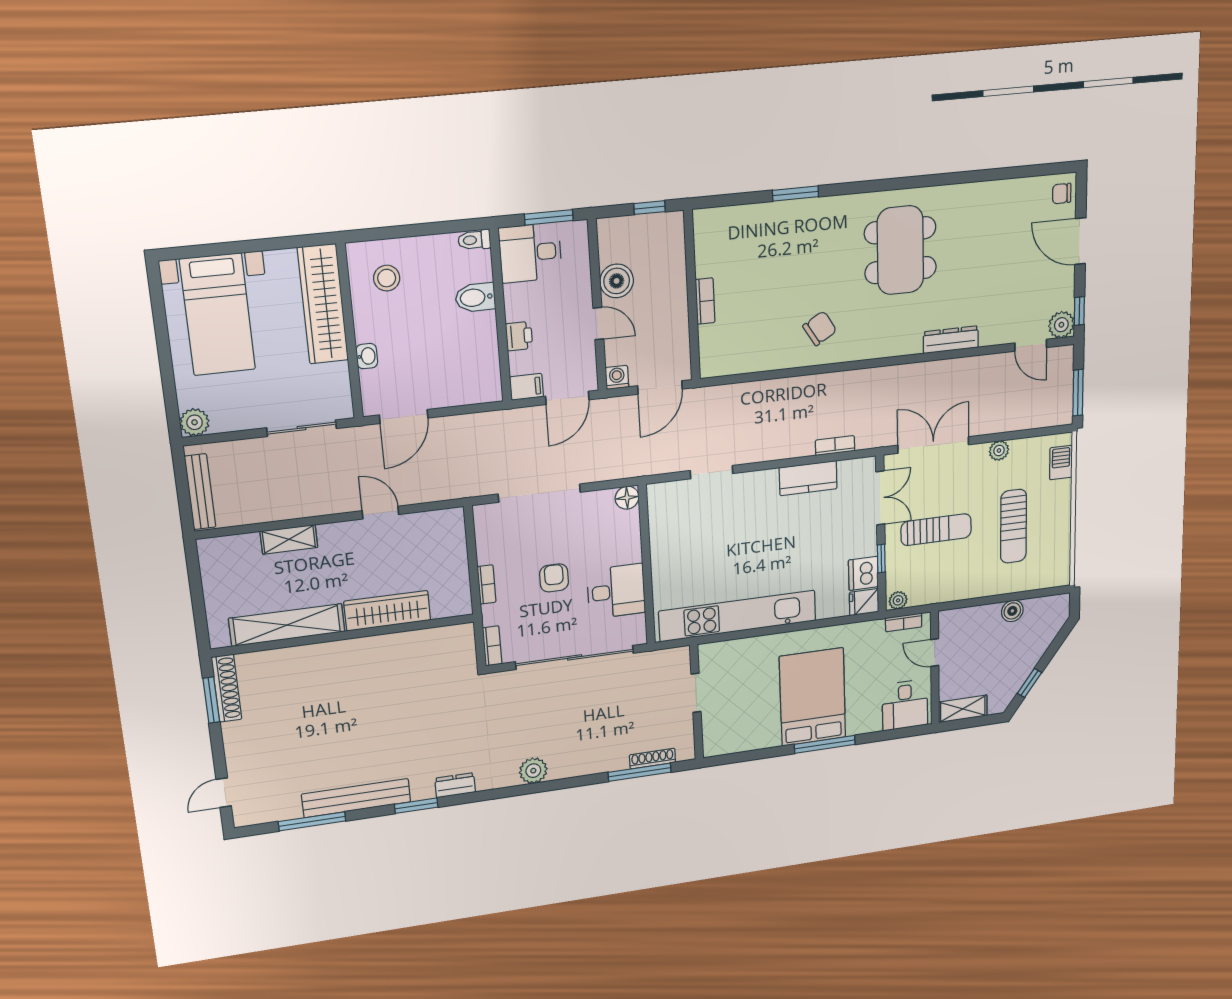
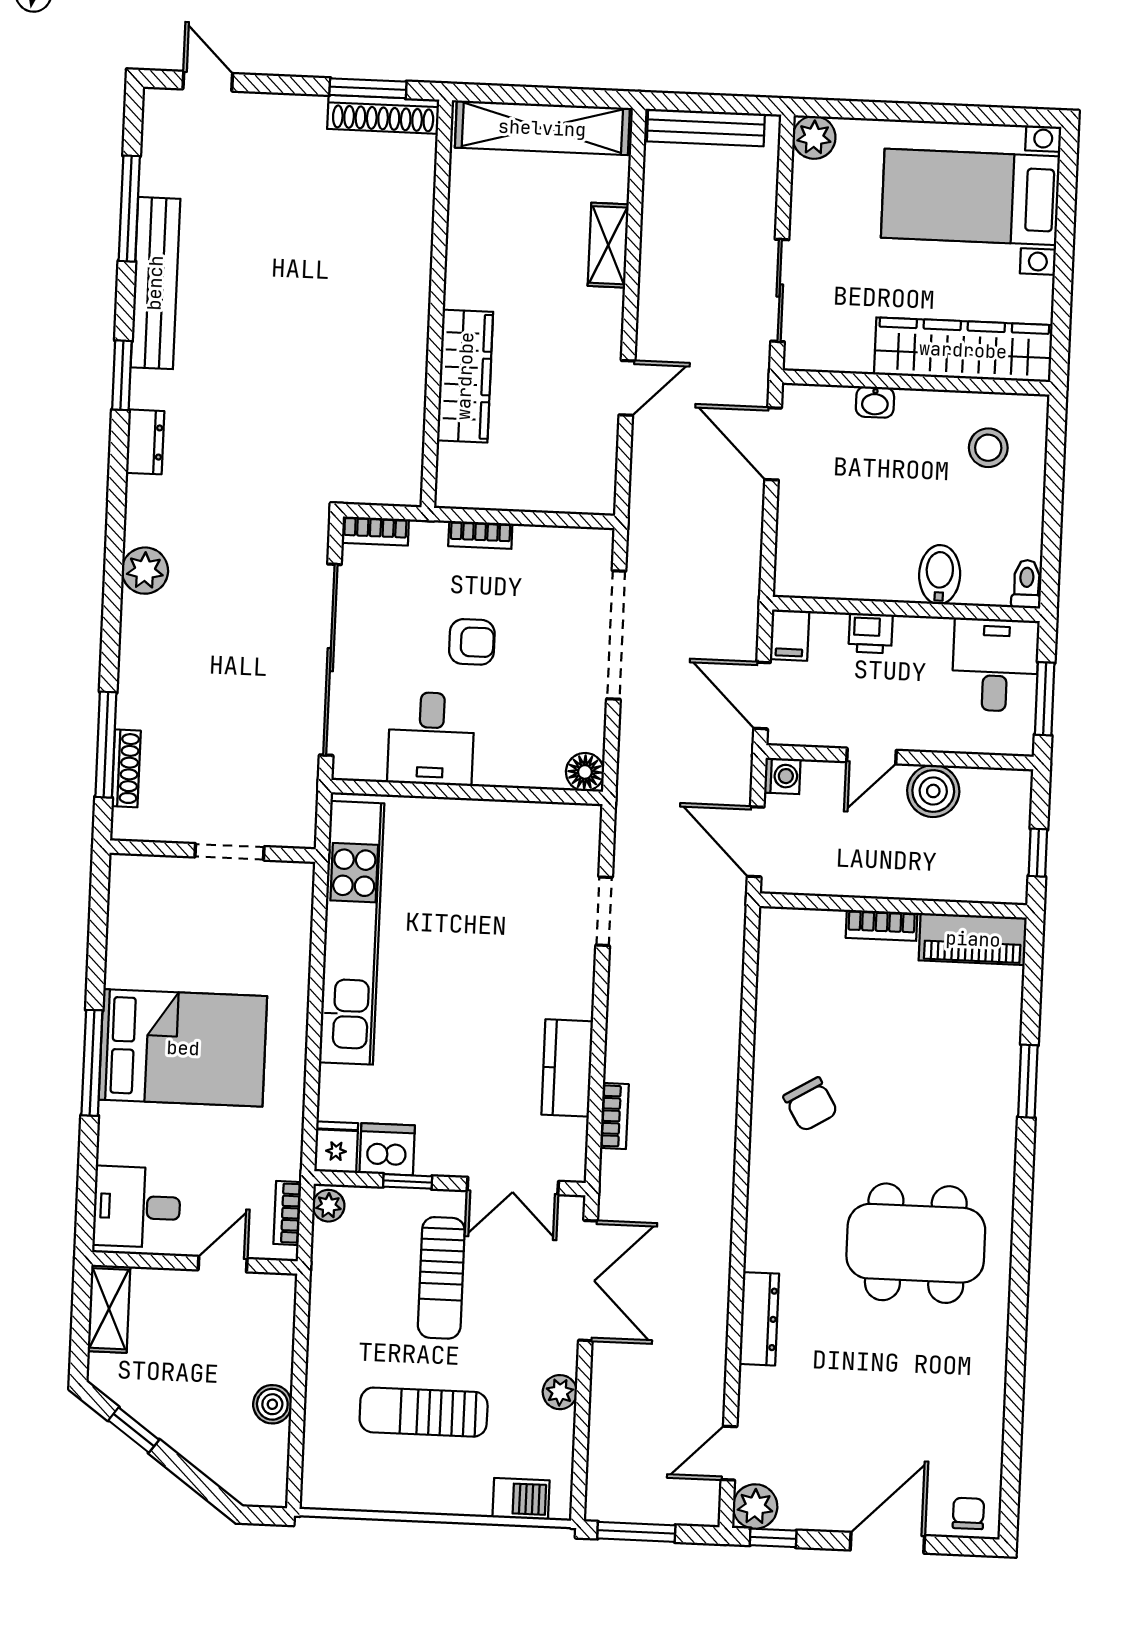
piano: (709, 242) -> (973, 939), added
shelving: (287, 625) -> (542, 128), moved, turned 90

